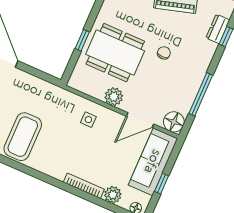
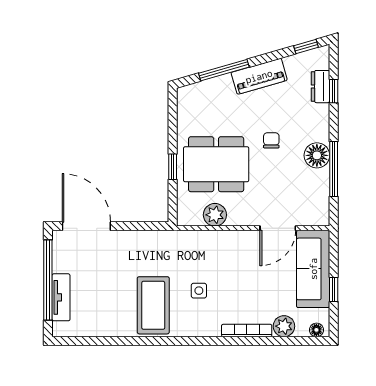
plant: (114, 97) -> (215, 215), moved
side table: (88, 120) -> (199, 291), moved
floor lamp: (174, 122) -> (317, 155), moved

